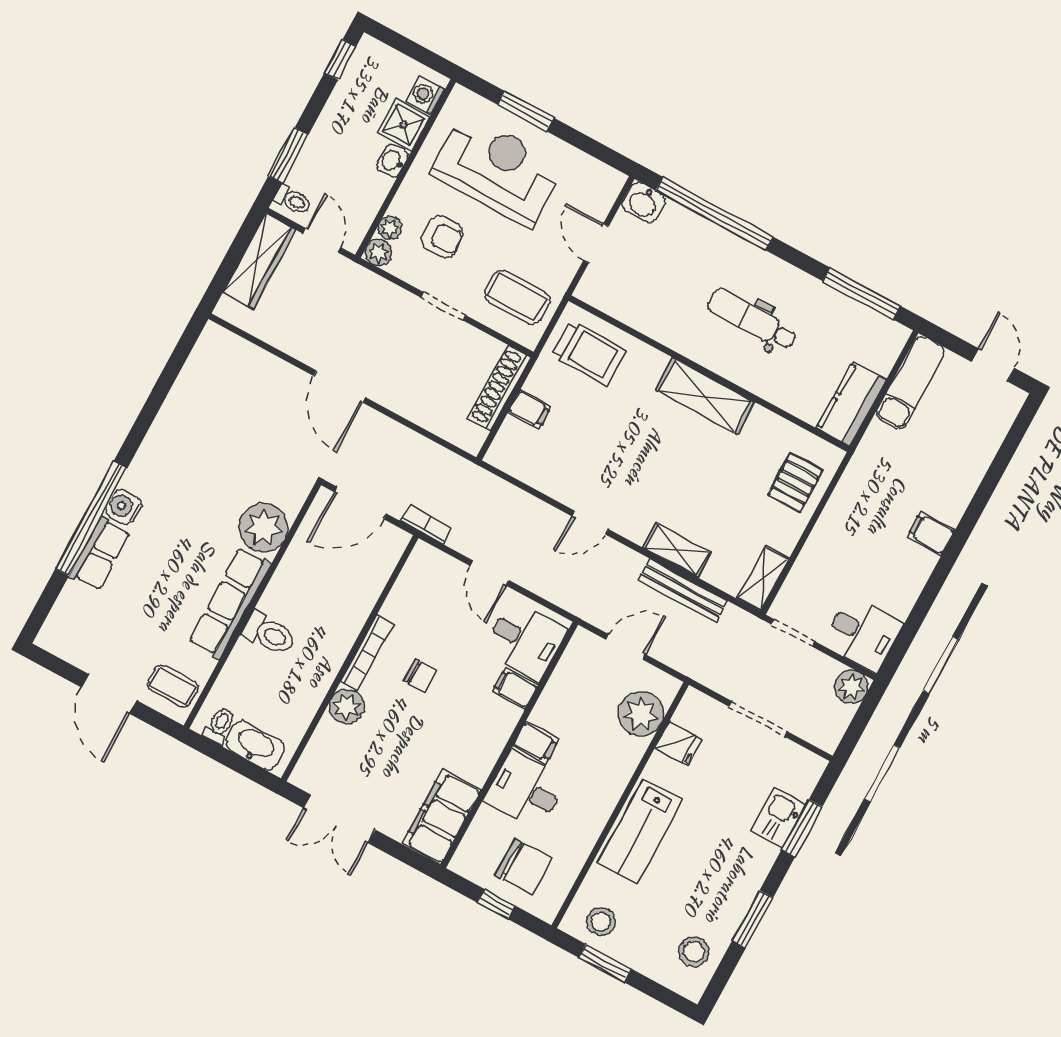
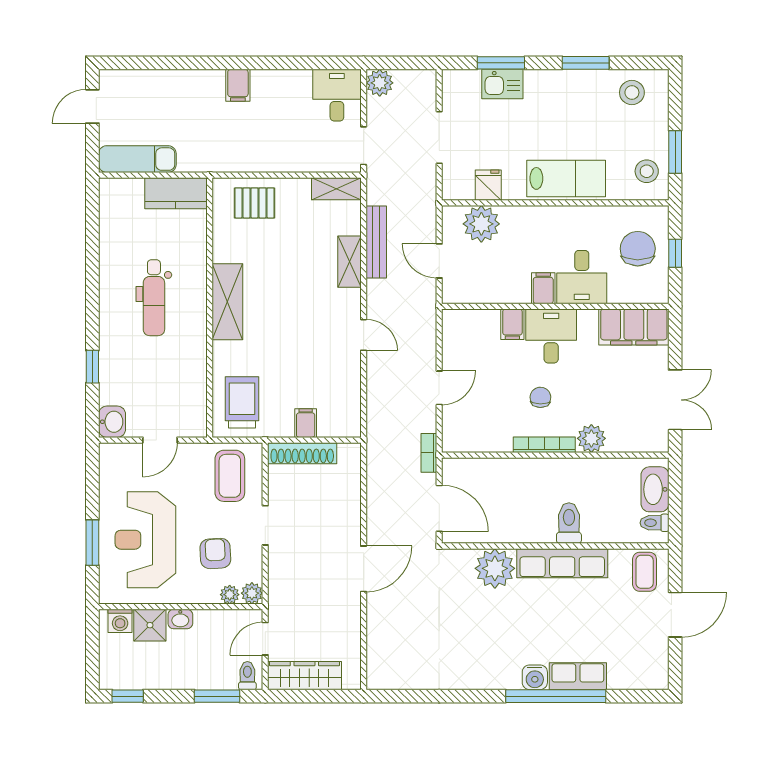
window: (714, 214) -> (92, 367), width x0.32
window: (862, 294) -> (92, 229), removed
desk: (525, 640) -> (551, 336), moved

